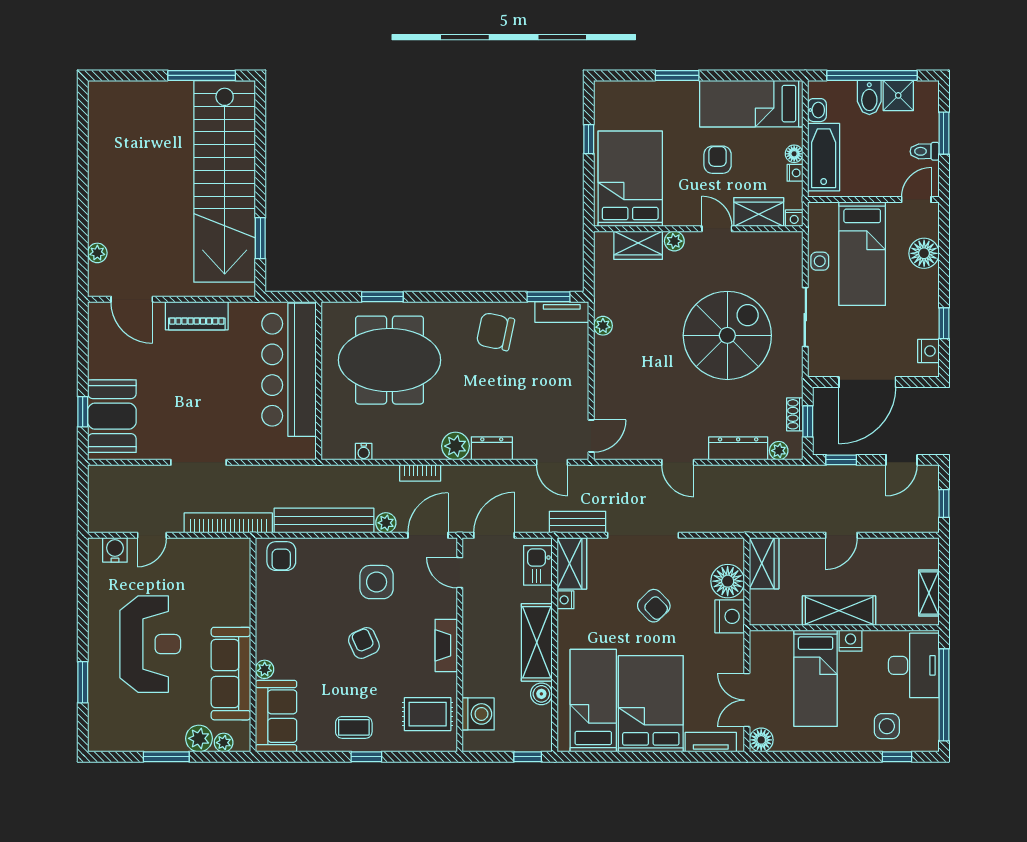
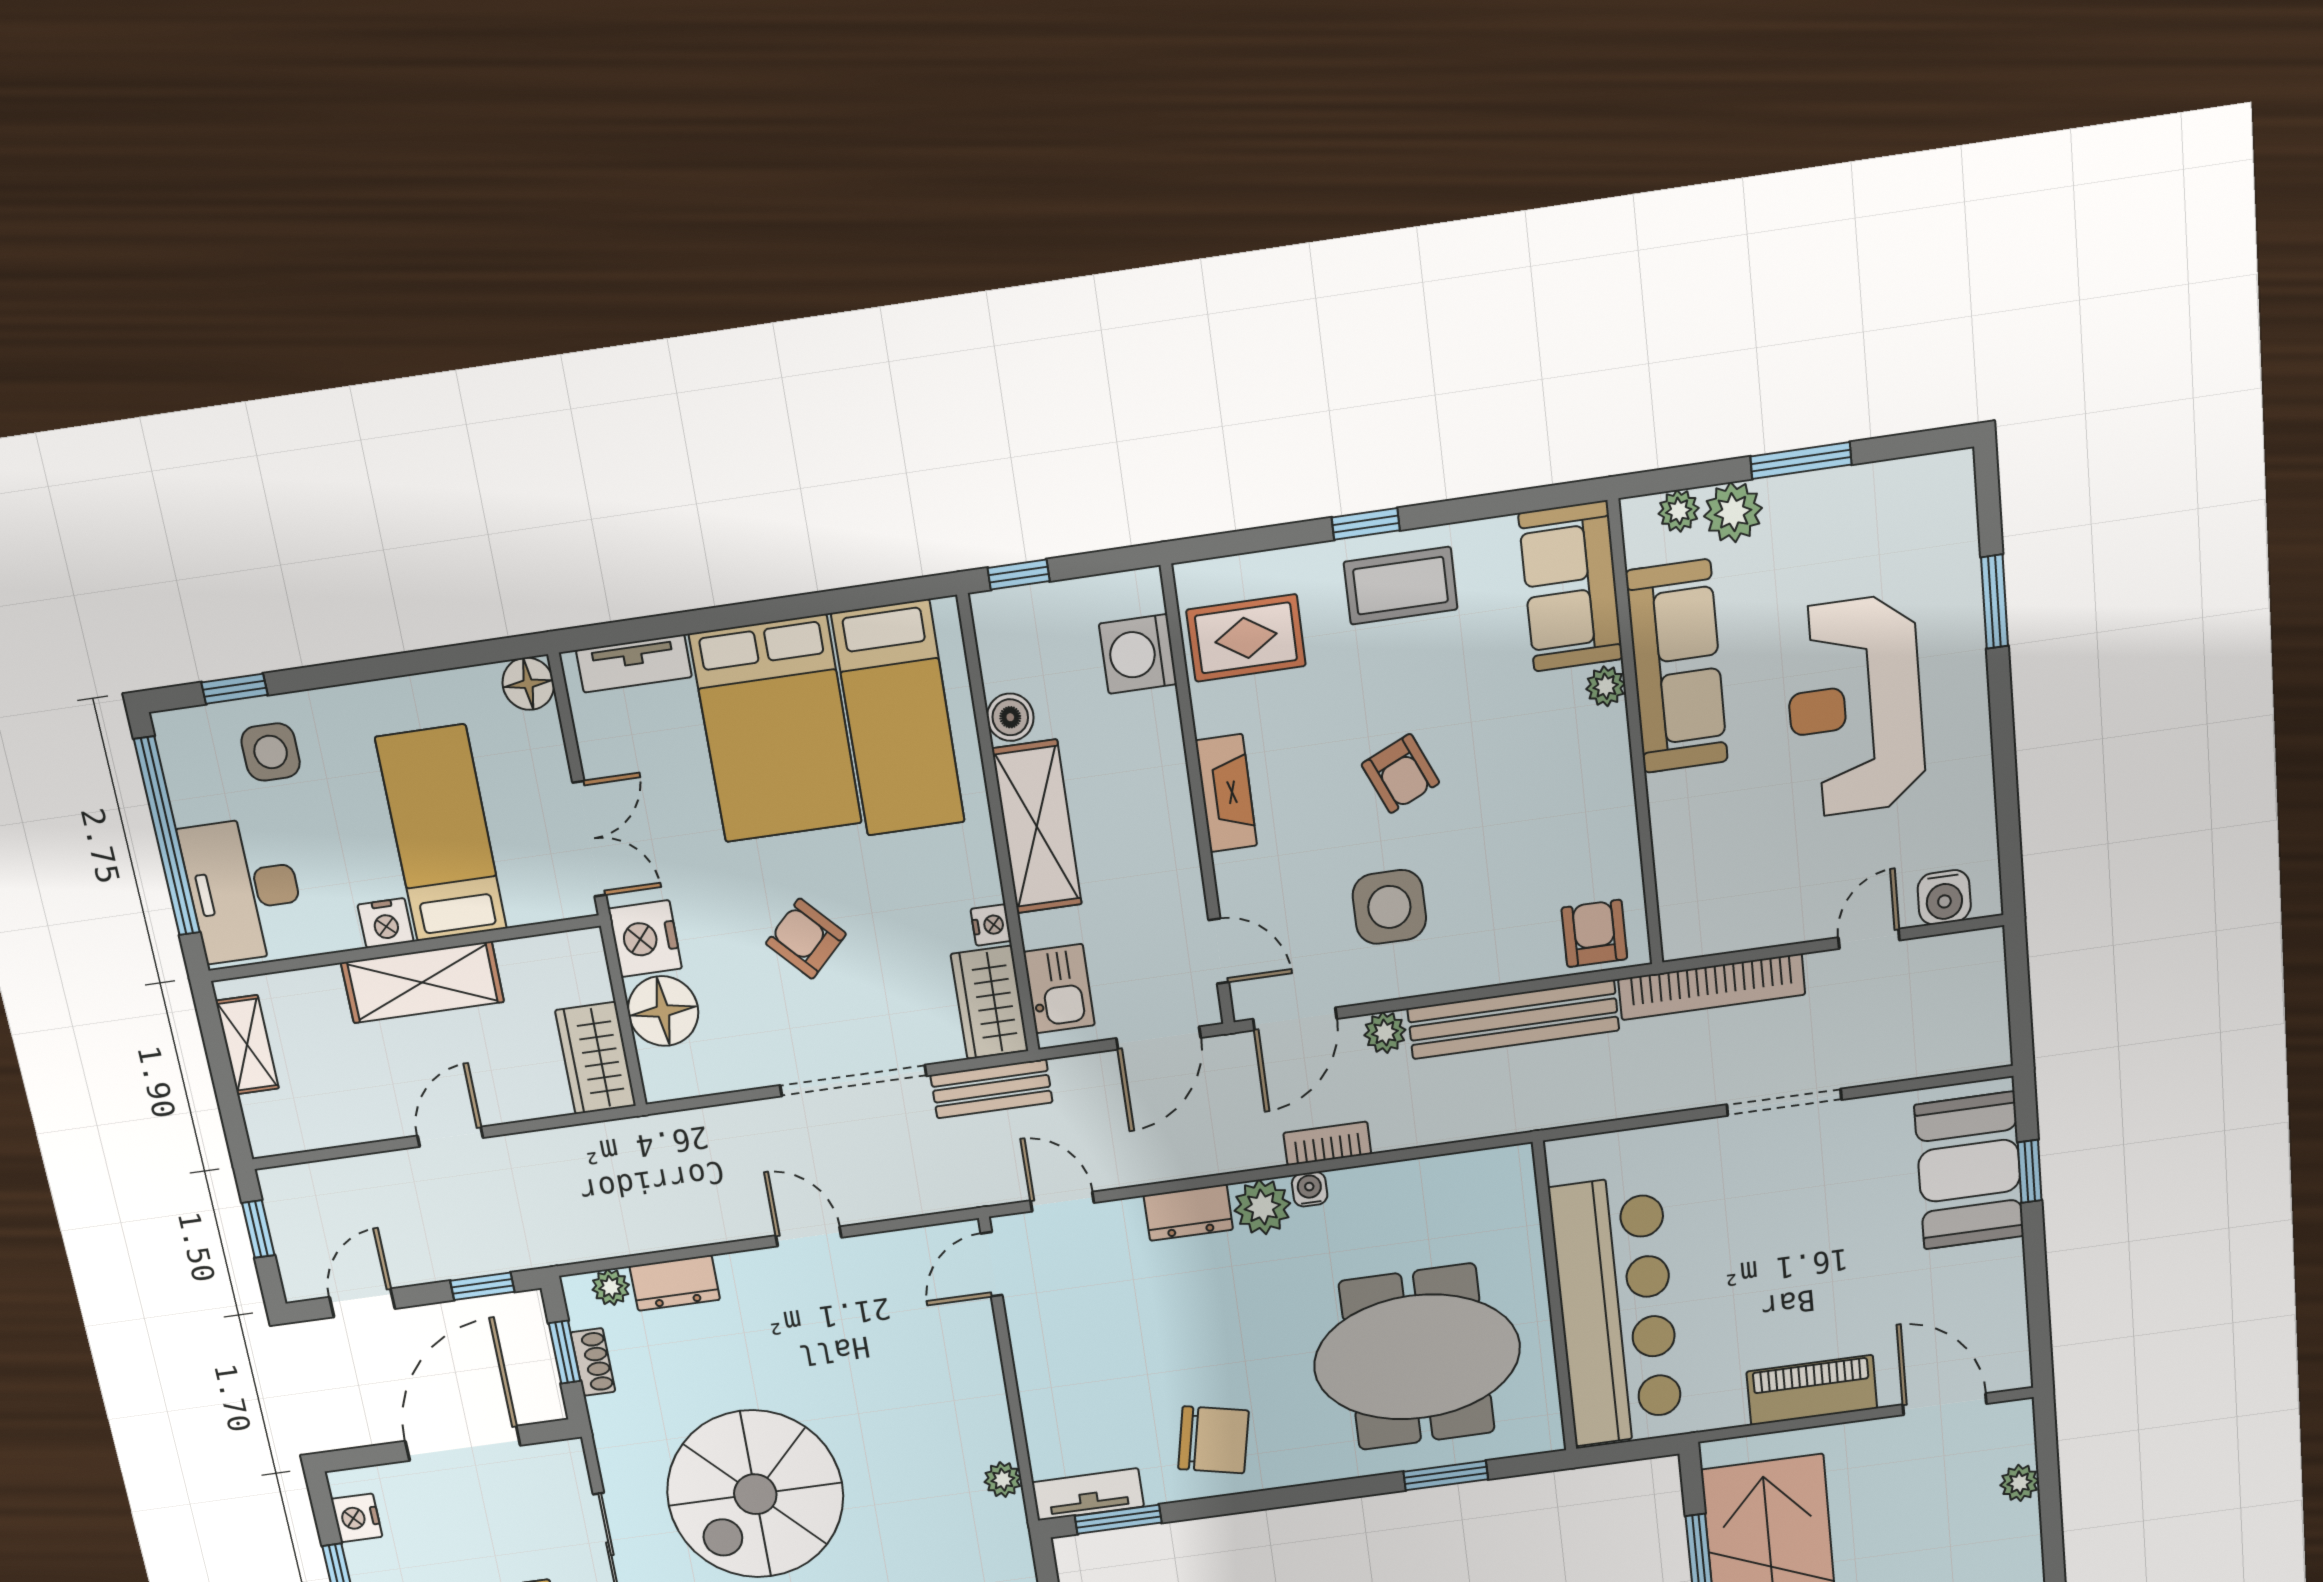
dresser: (738, 448) -> (675, 1283), width x0.70
water cooler: (364, 452) -> (1310, 1189), moved
double door: (747, 700) -> (589, 839), moved
coffee table: (354, 727) -> (1401, 586), width x1.36, depth x1.30

